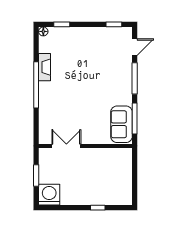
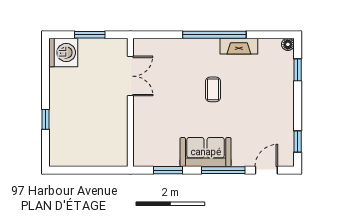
door: (135, 47) -> (266, 170), swing flipped
coffee table: (76, 86) -> (213, 89), added
window: (135, 119) -> (168, 170), width x0.69
sofa: (122, 124) -> (206, 152), moved

